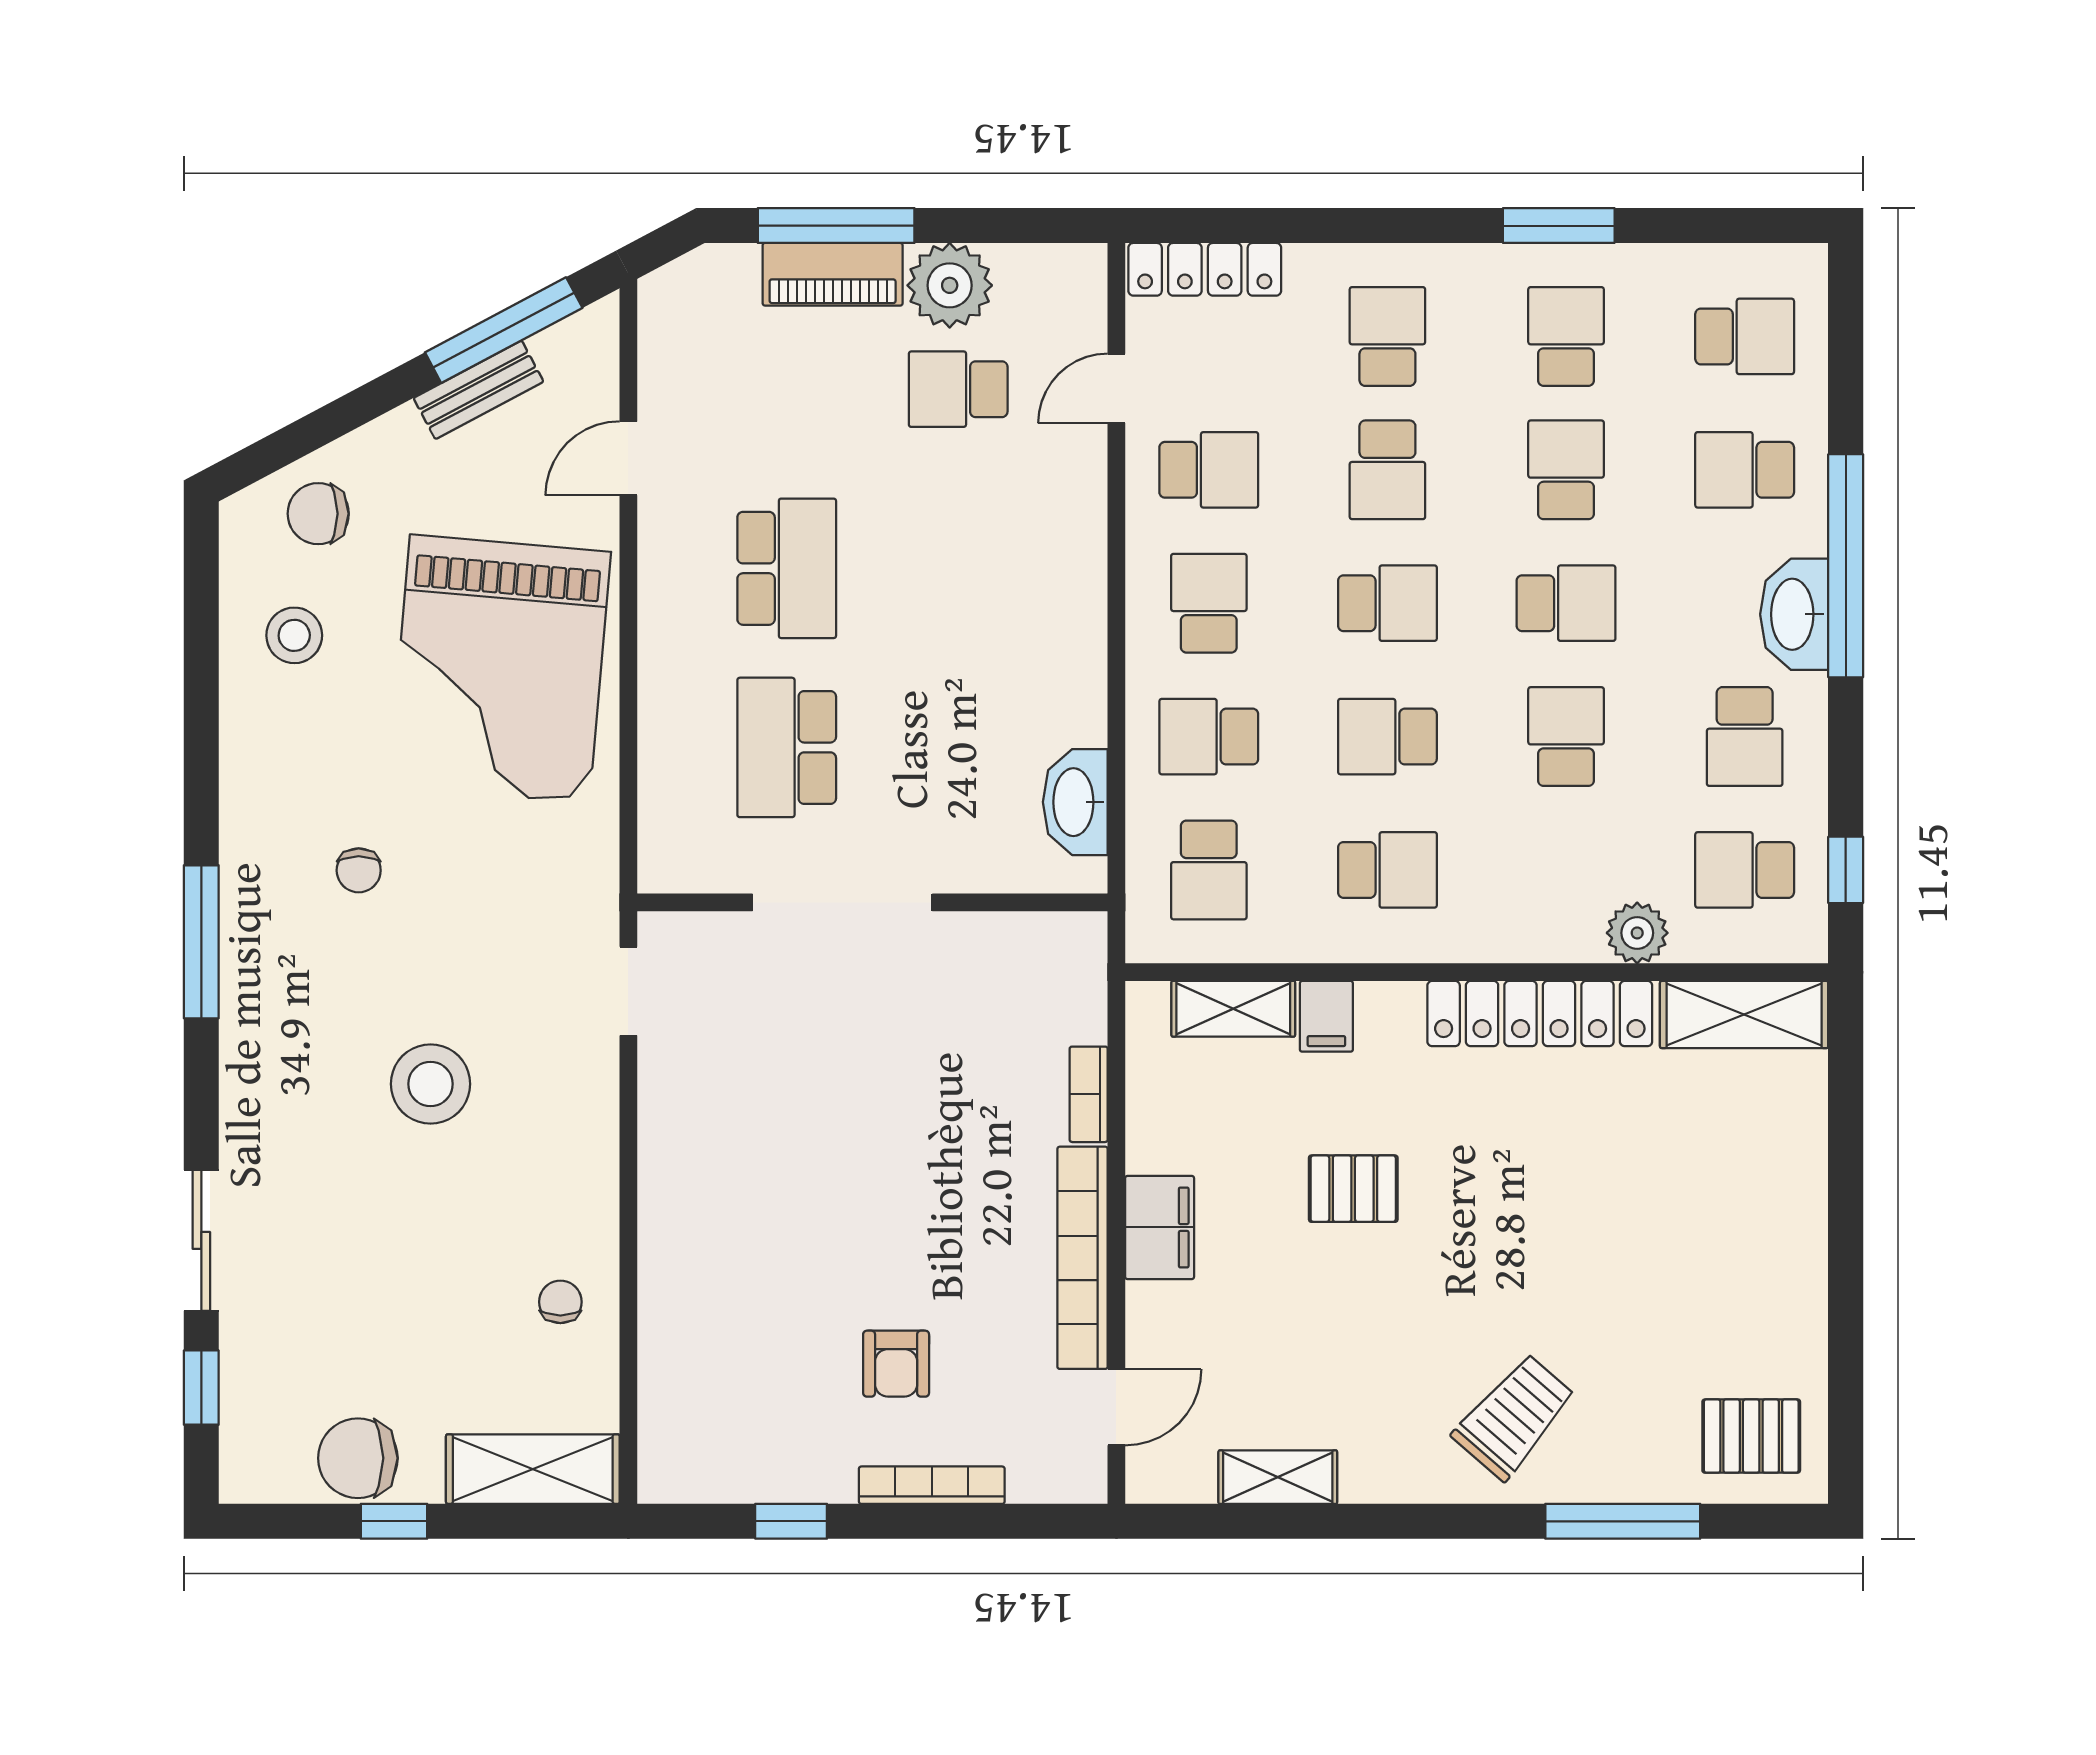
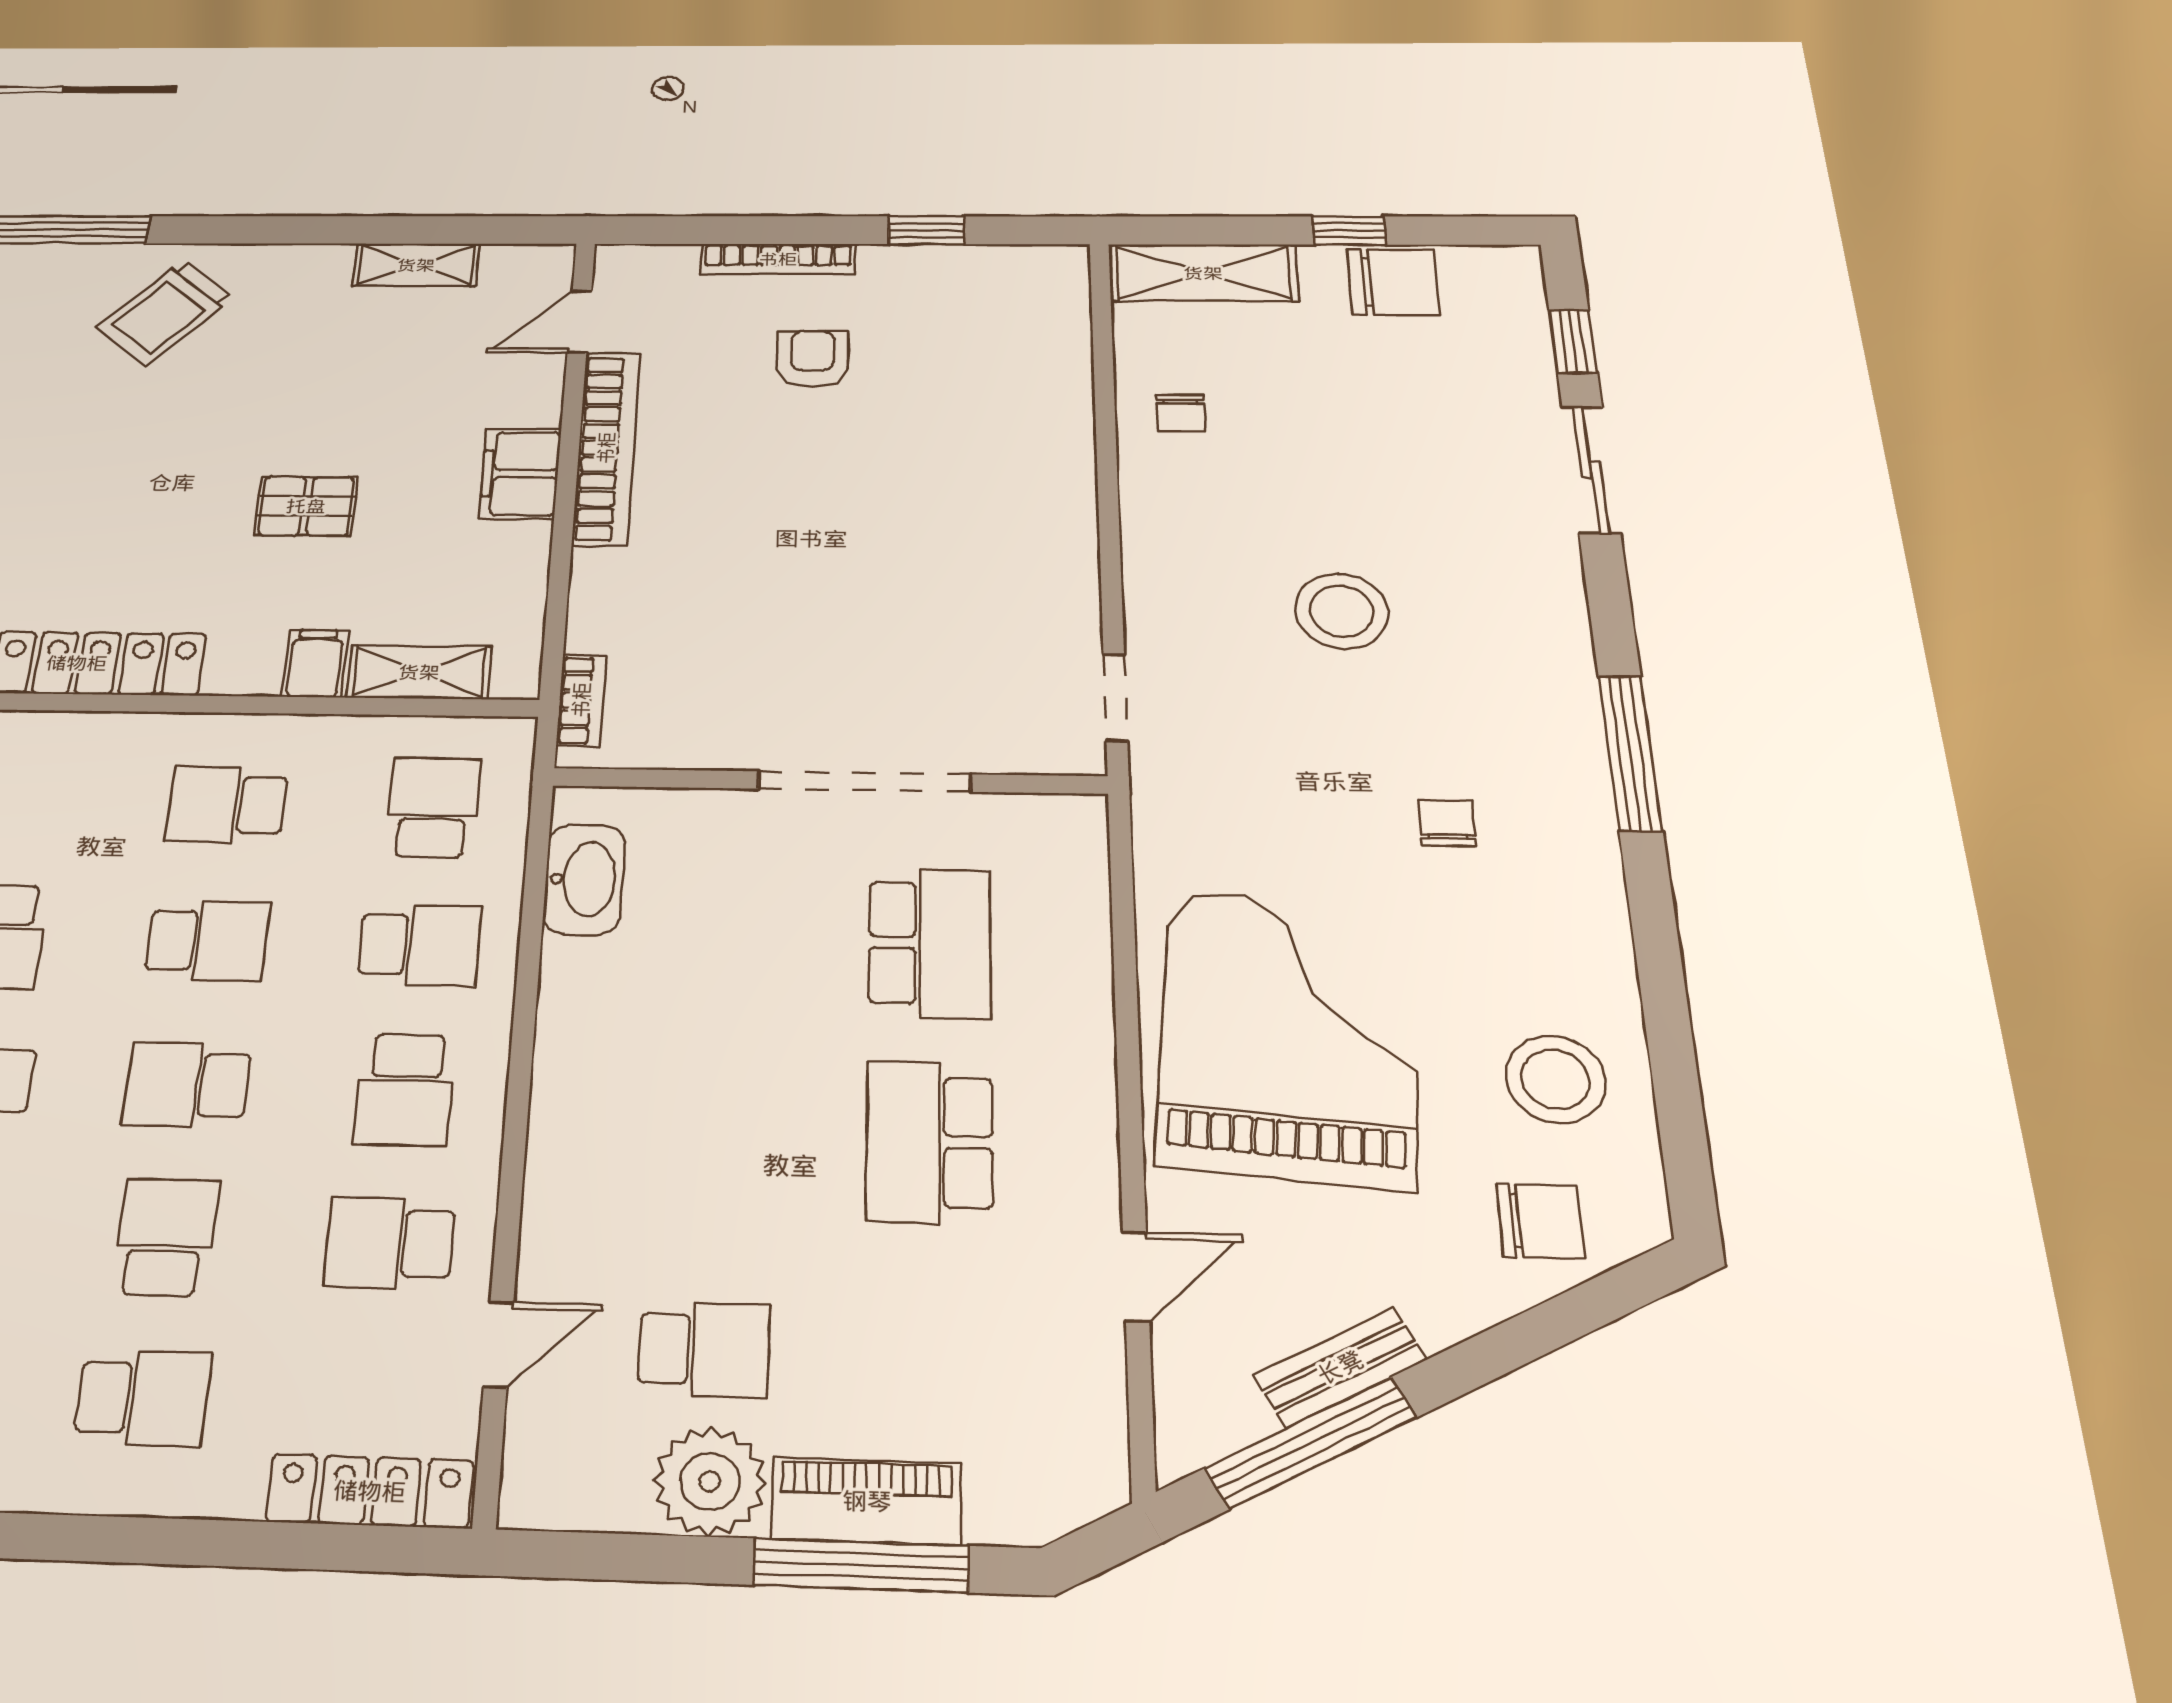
school desk: (1387, 336) -> (143, 1398), turned -90
stool: (294, 635) -> (1555, 1079), width x1.38, depth x1.38
bookcase: (1089, 1094) -> (581, 700), moved

